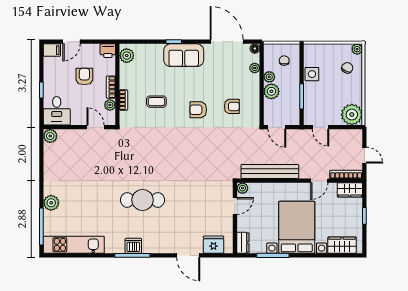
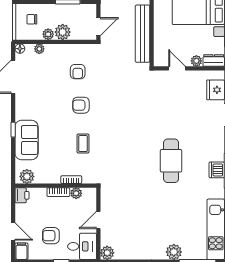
sofa: (184, 55) -> (27, 140), moved
armchair: (84, 76) -> (51, 236), moved
coffee table: (156, 102) -> (83, 144), moved
armchair: (232, 106) -> (78, 72), turned 180
armchair: (198, 110) -> (81, 105), turned 90
door: (96, 127) -> (98, 220), moved
plant: (243, 188) -> (196, 61), moved

